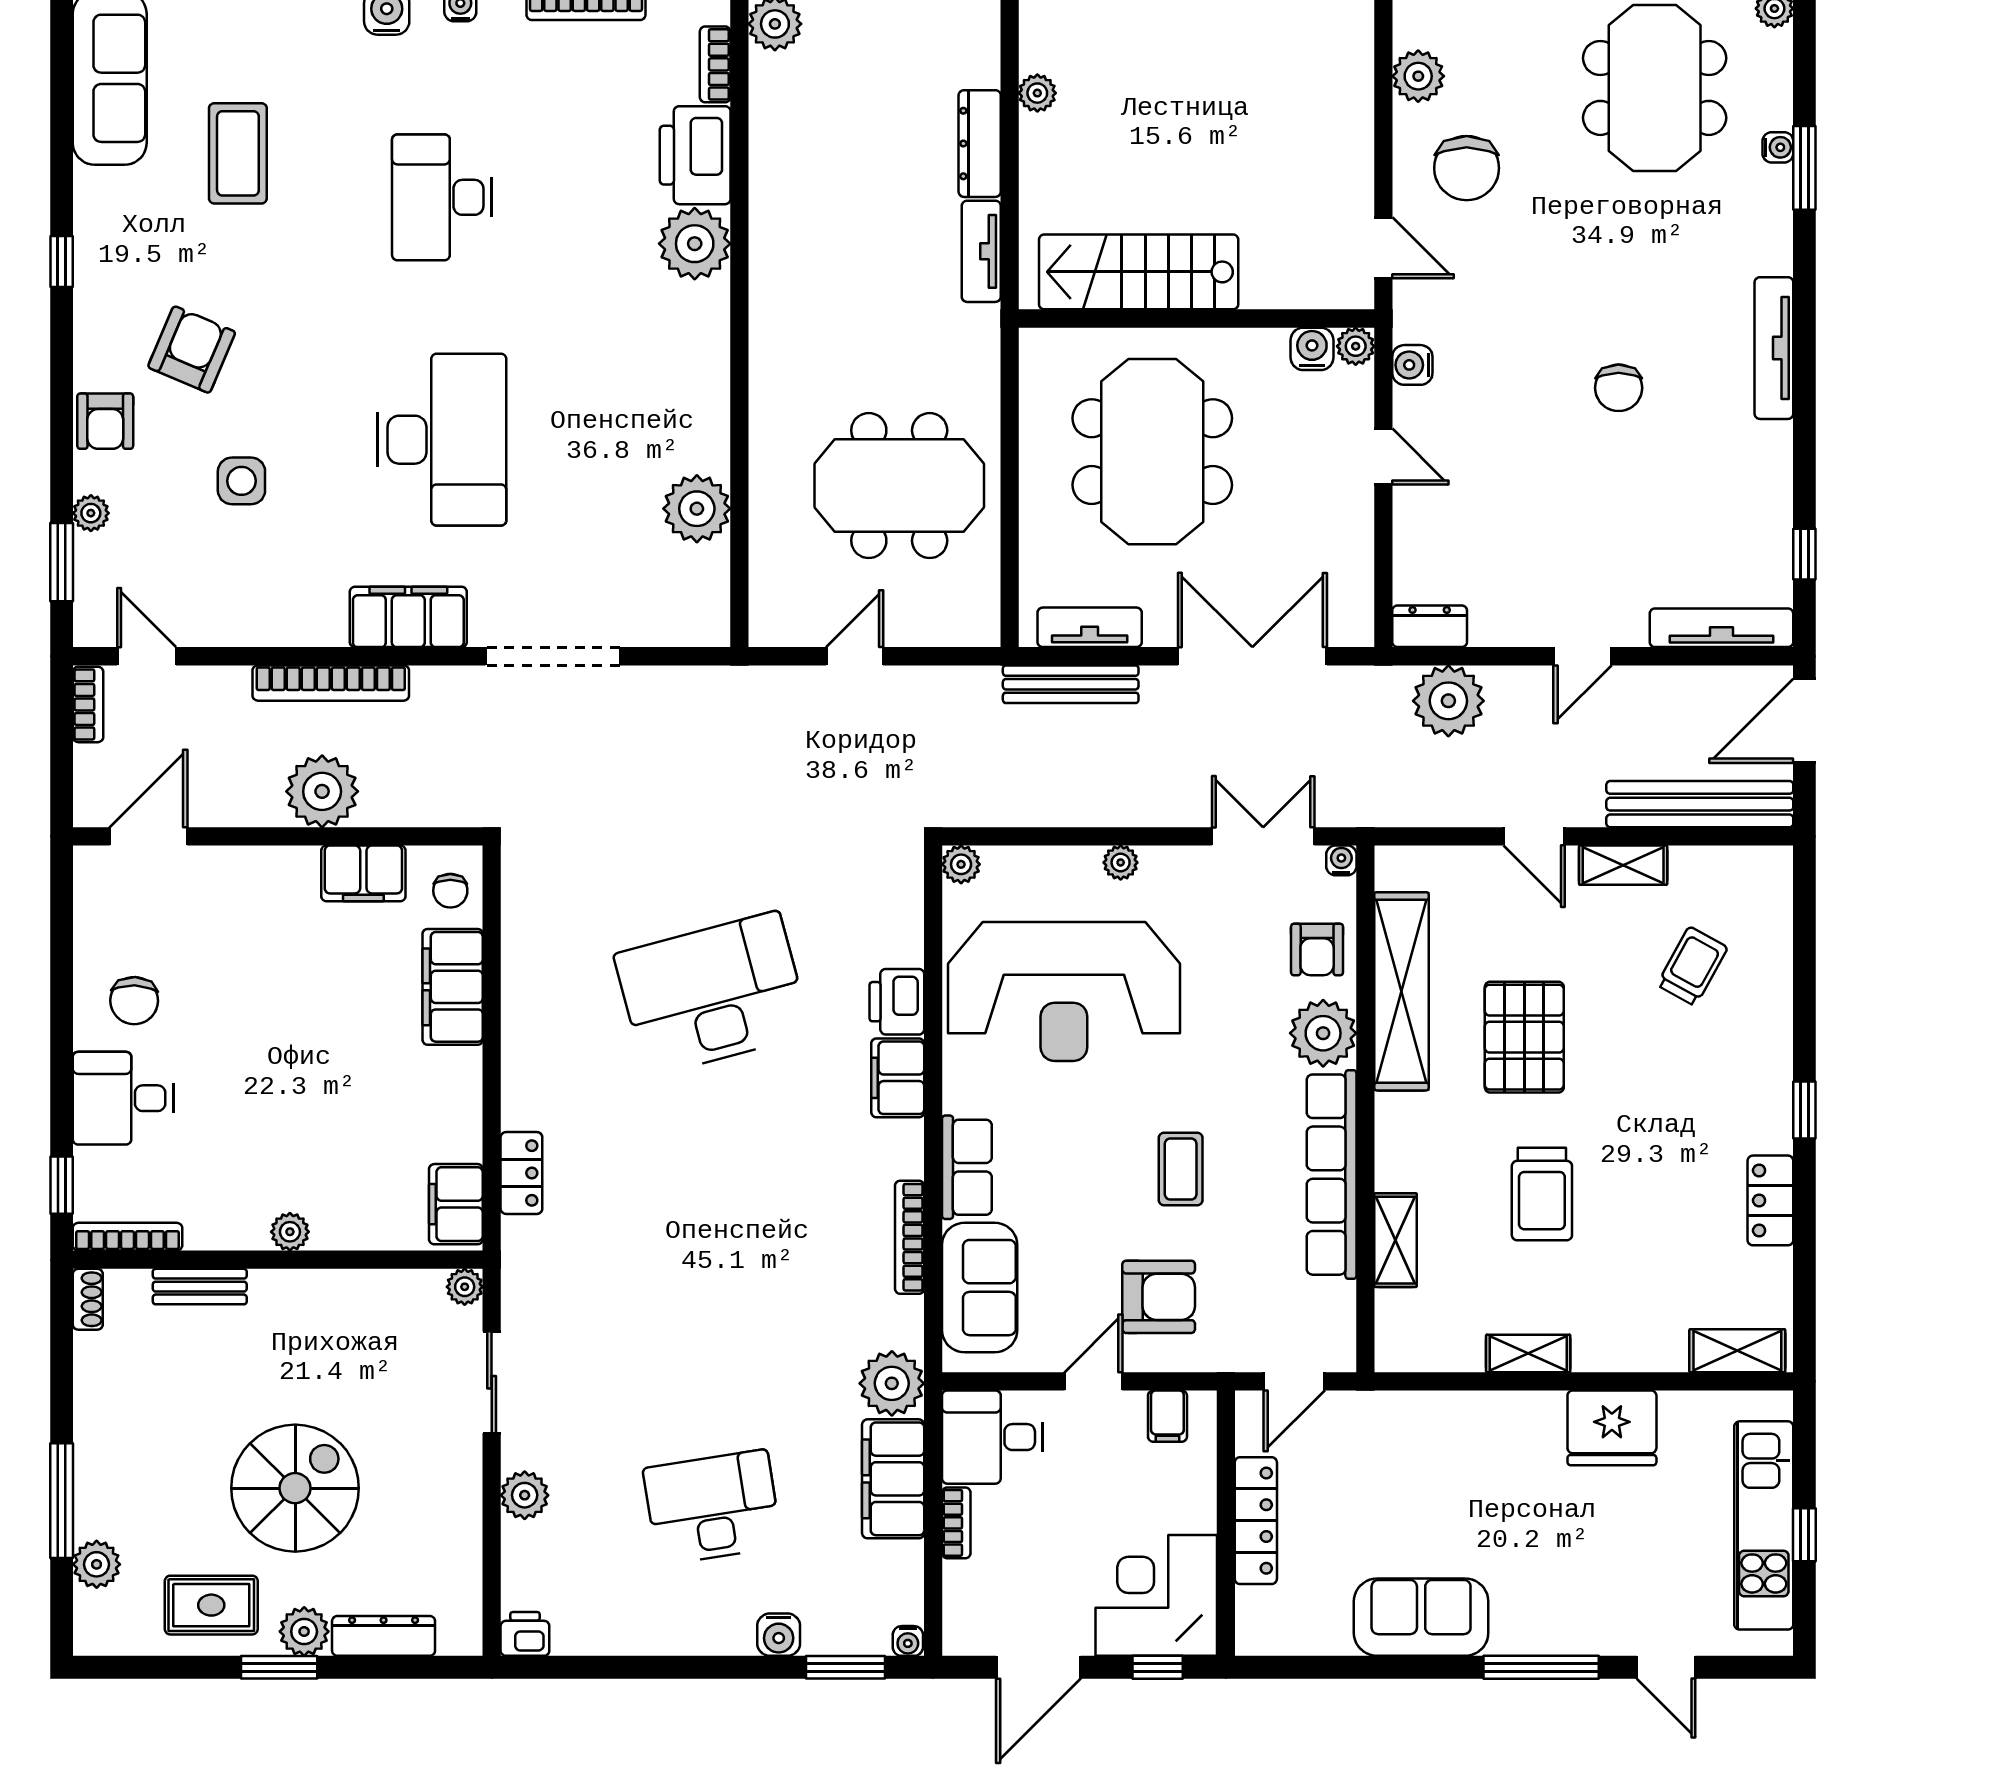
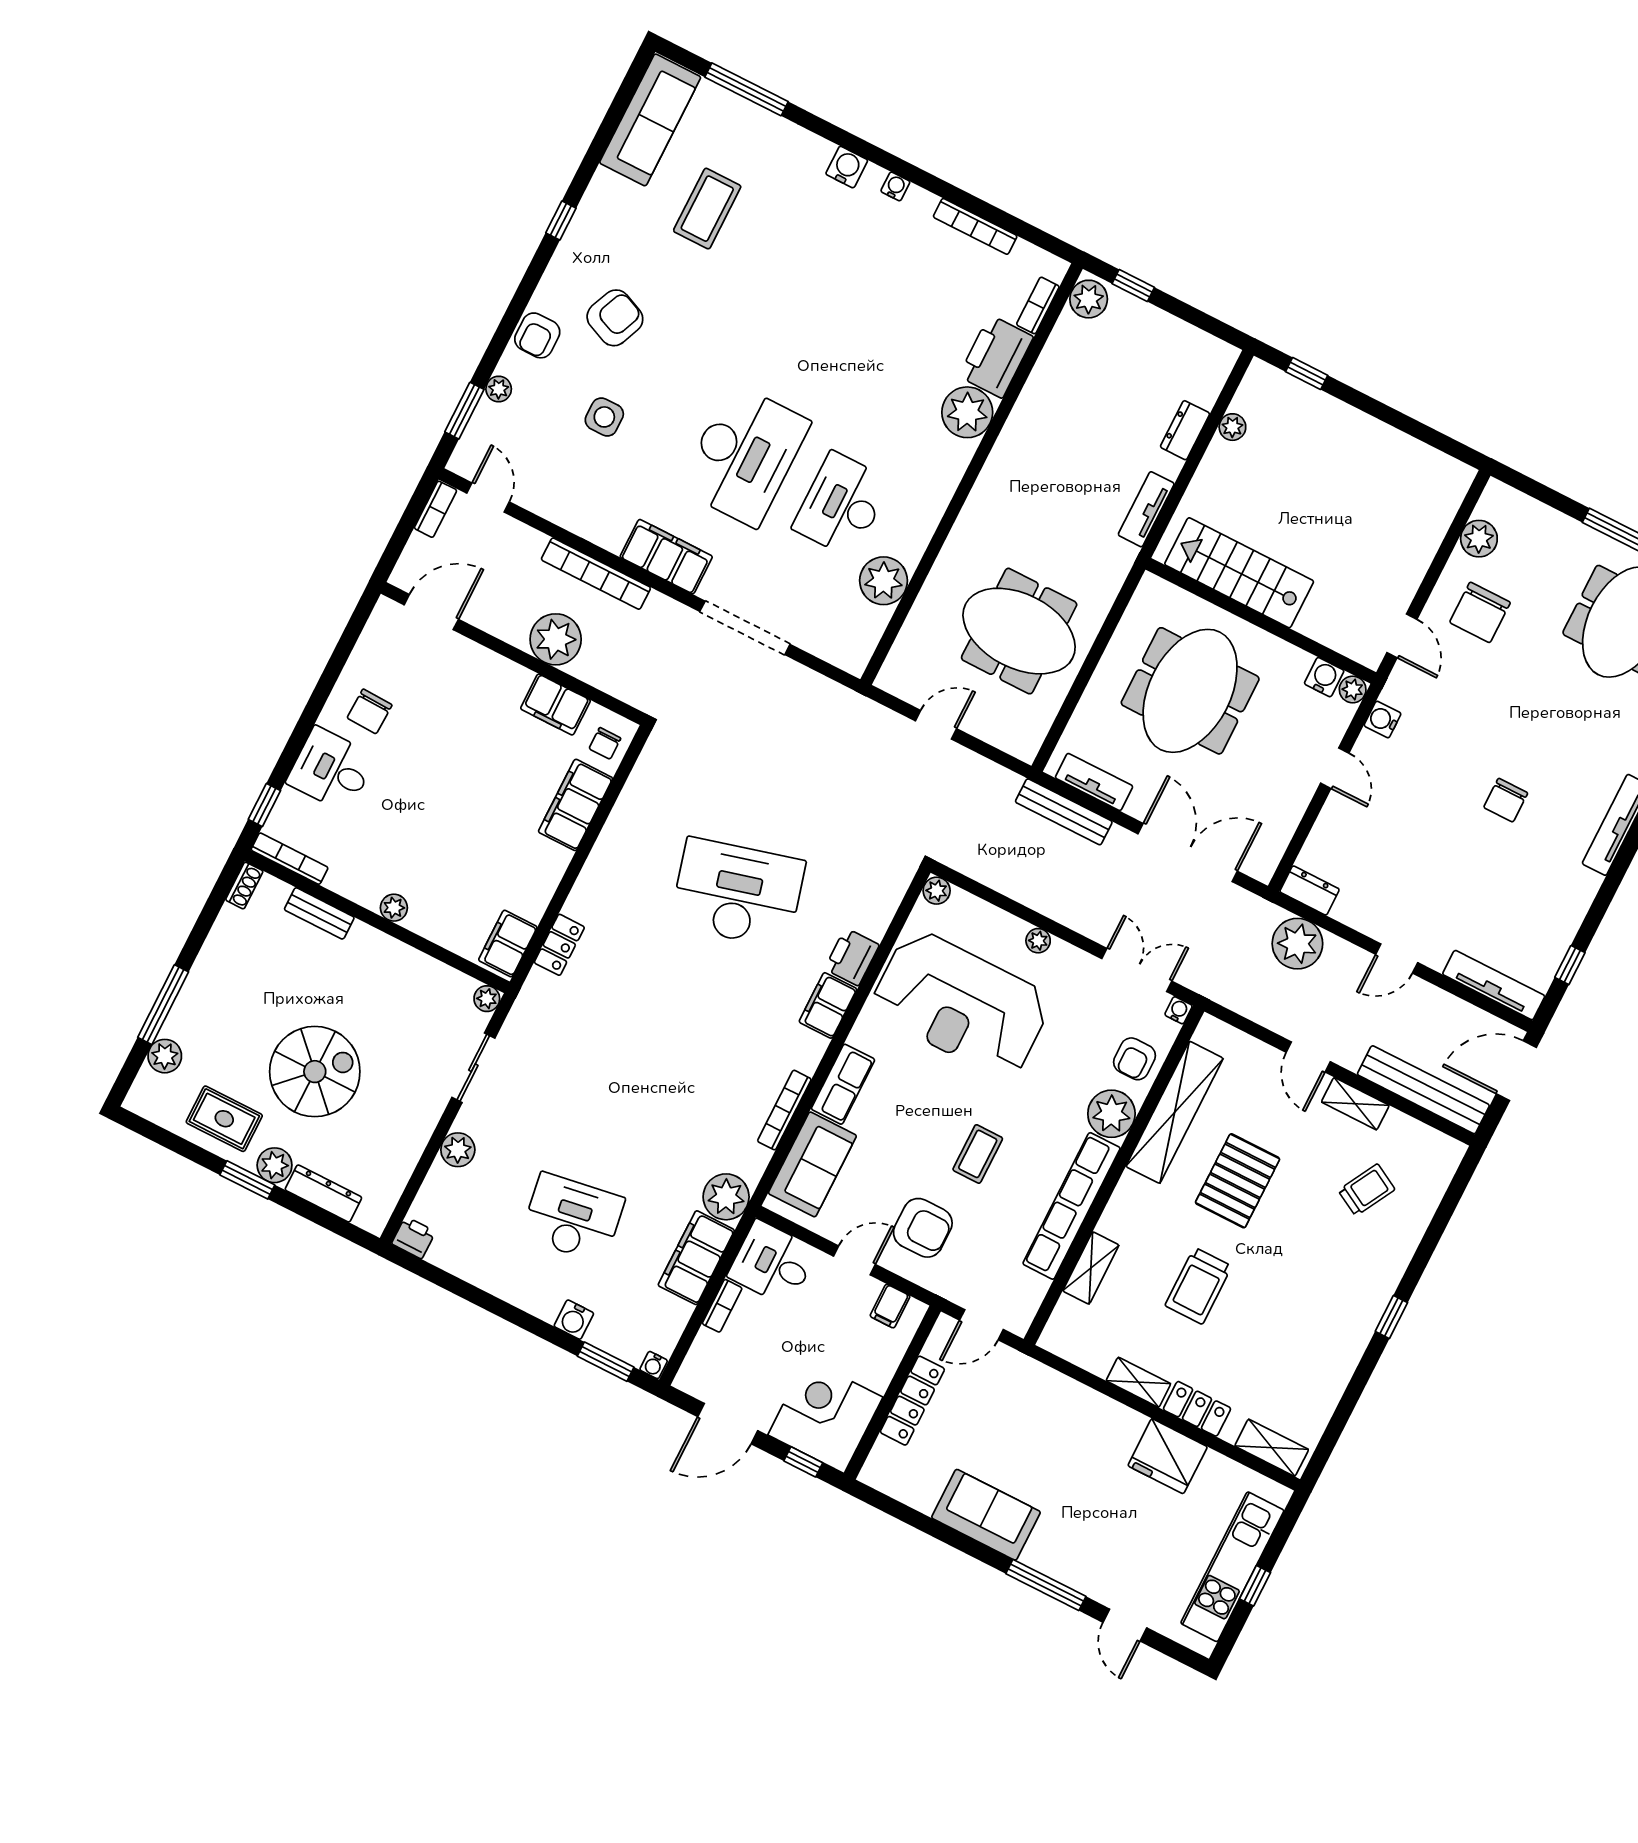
dresser: (980, 144) -> (1185, 430), width x0.70
desk: (442, 197) -> (842, 505), moved
locker: (1770, 1200) -> (1197, 1409), moved, turned 90

